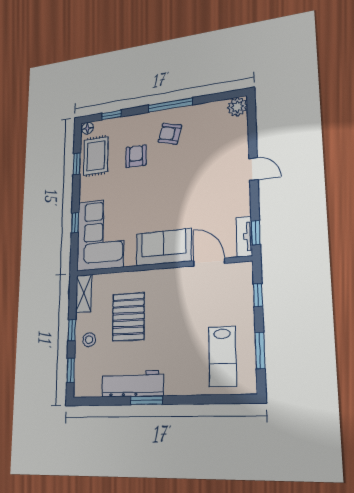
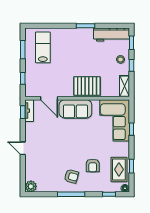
pallet: (128, 317) -> (87, 86), moved, turned 90
workbench: (133, 384) -> (112, 35), moved

